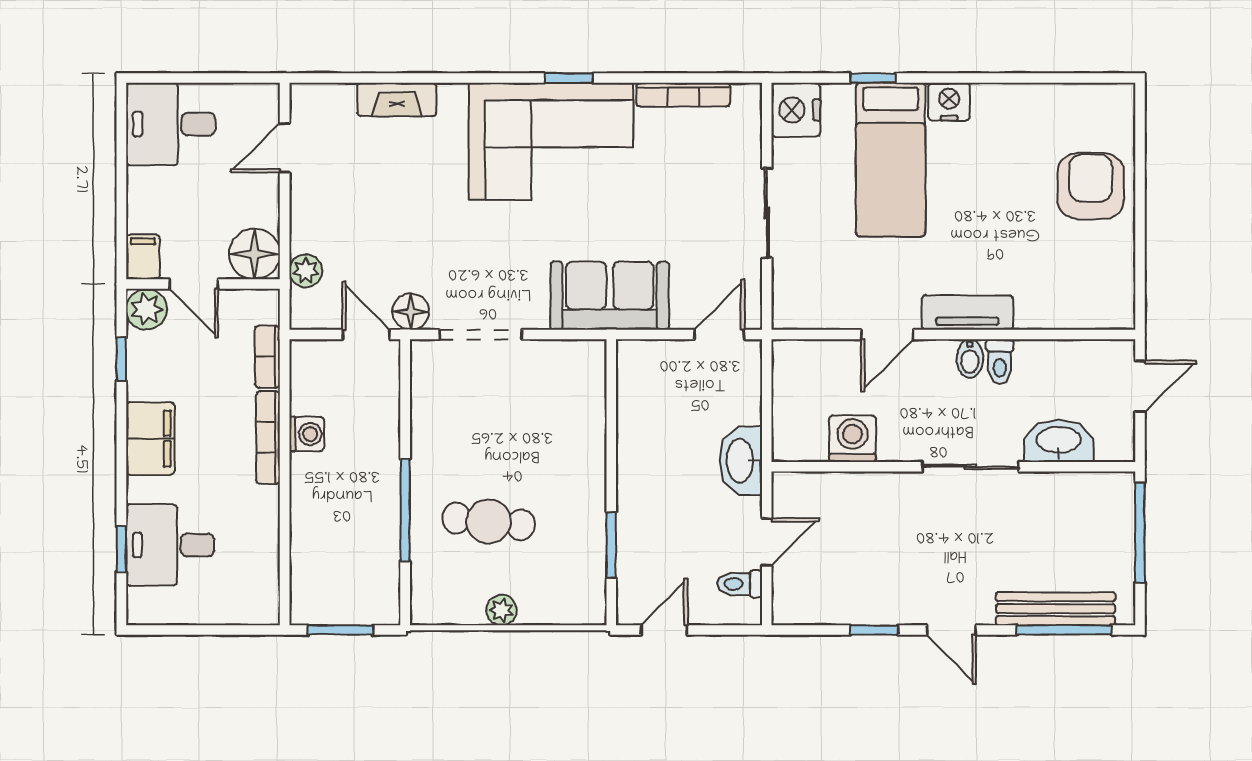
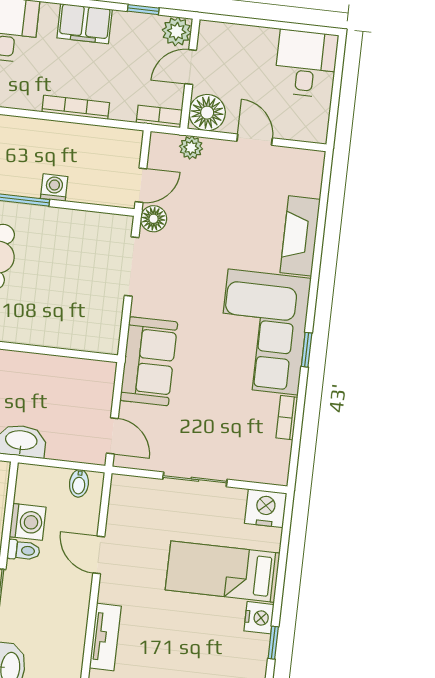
window: (873, 78) -> (273, 643), moved
bookcase: (683, 95) -> (287, 418), width x0.64
fireplace: (397, 100) -> (300, 236), width x1.37, depth x1.32
door: (285, 148) -> (255, 140), moved
filing cabinet: (143, 257) -> (214, 33), removed
tv unit: (967, 312) -> (105, 637), moved
bookcase: (267, 357) -> (159, 116), moved
bidet: (970, 359) -> (79, 483), moved, turned -90
toilet: (1000, 362) -> (24, 550), moved, turned 180
washing machine: (307, 434) -> (54, 188), moved, turned 180

